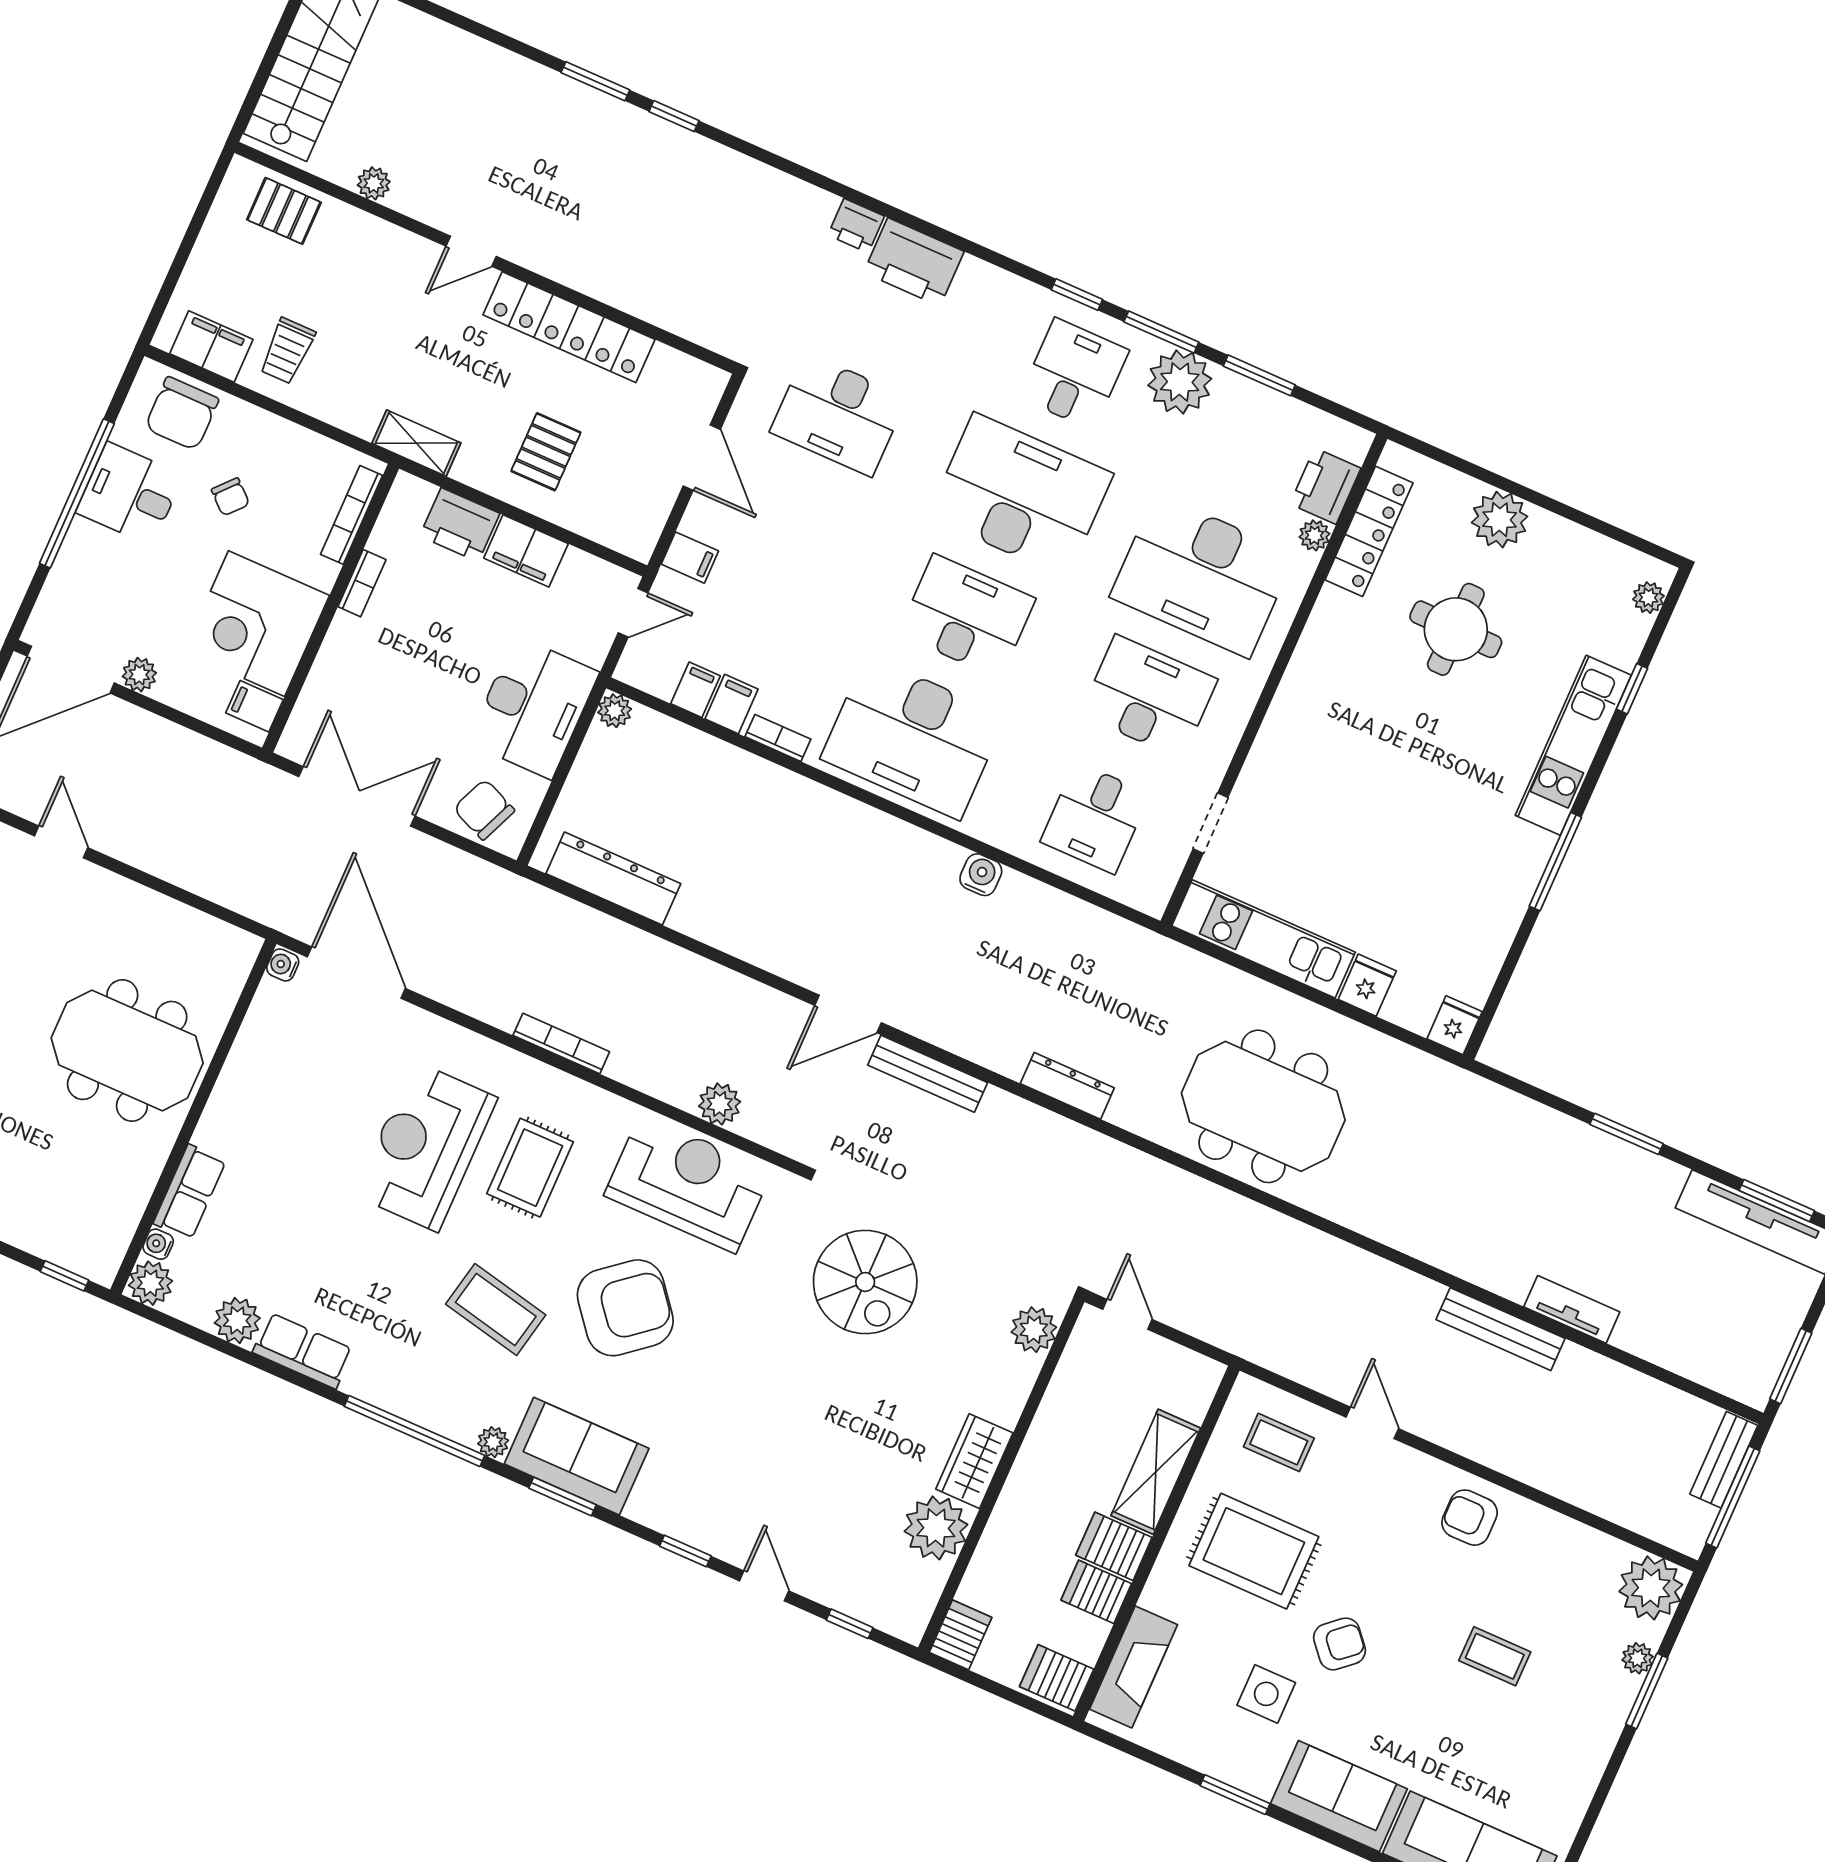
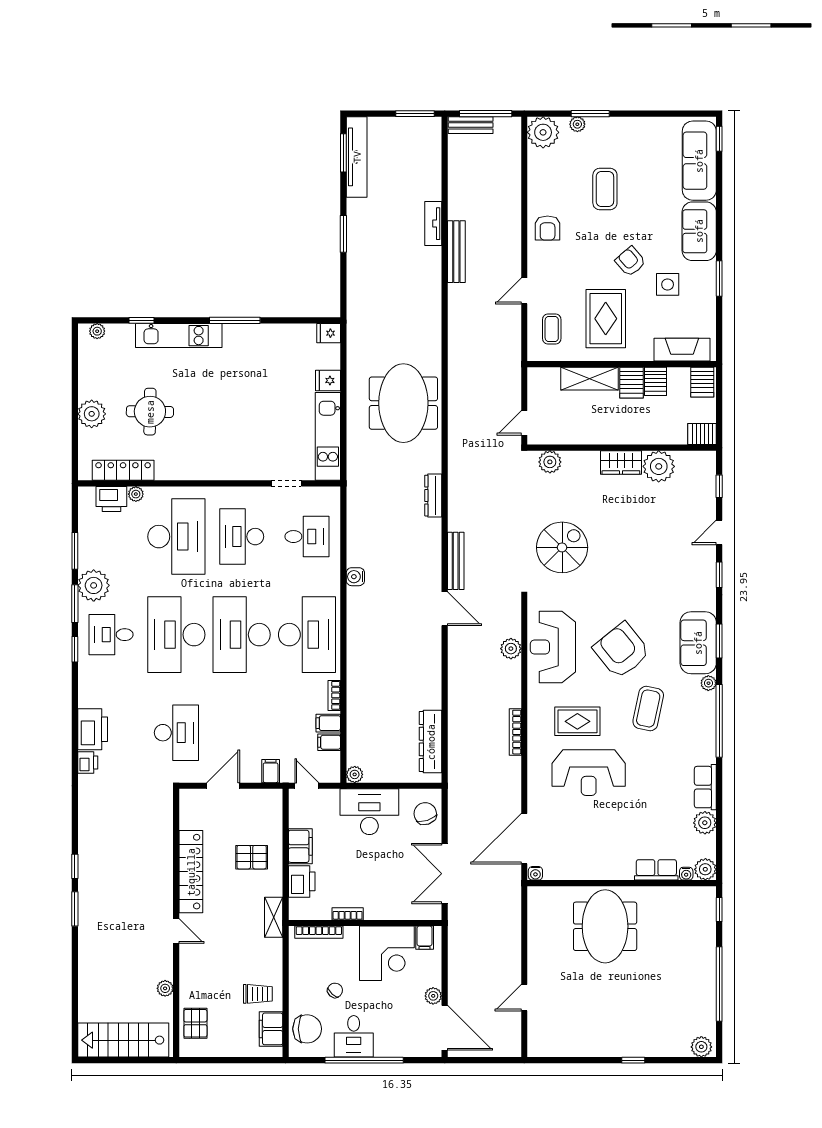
desk: (967, 616) -> (242, 635), width x1.36, depth x1.30
chair: (484, 810) -> (425, 814), turned 139
coffee table: (1495, 1656) -> (605, 189), width x1.36, depth x1.30

